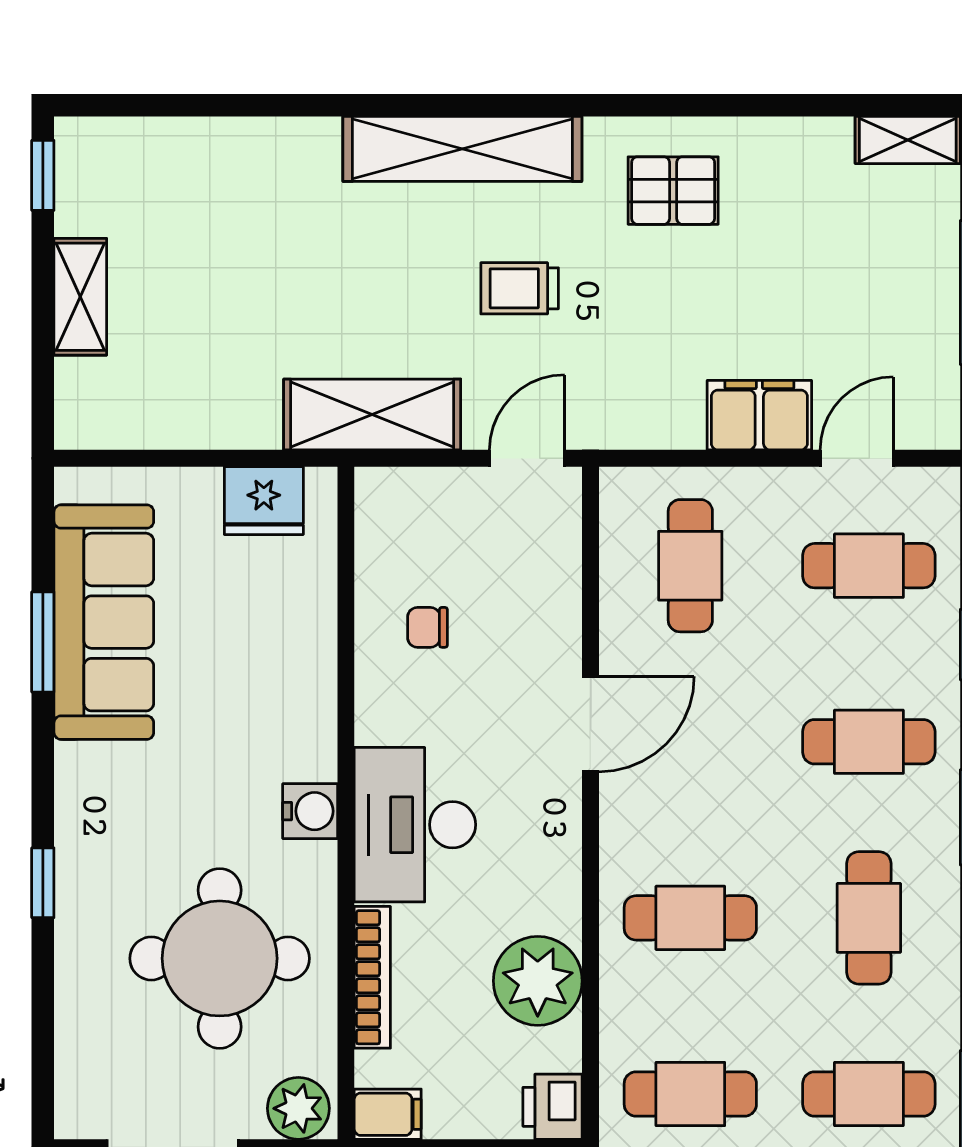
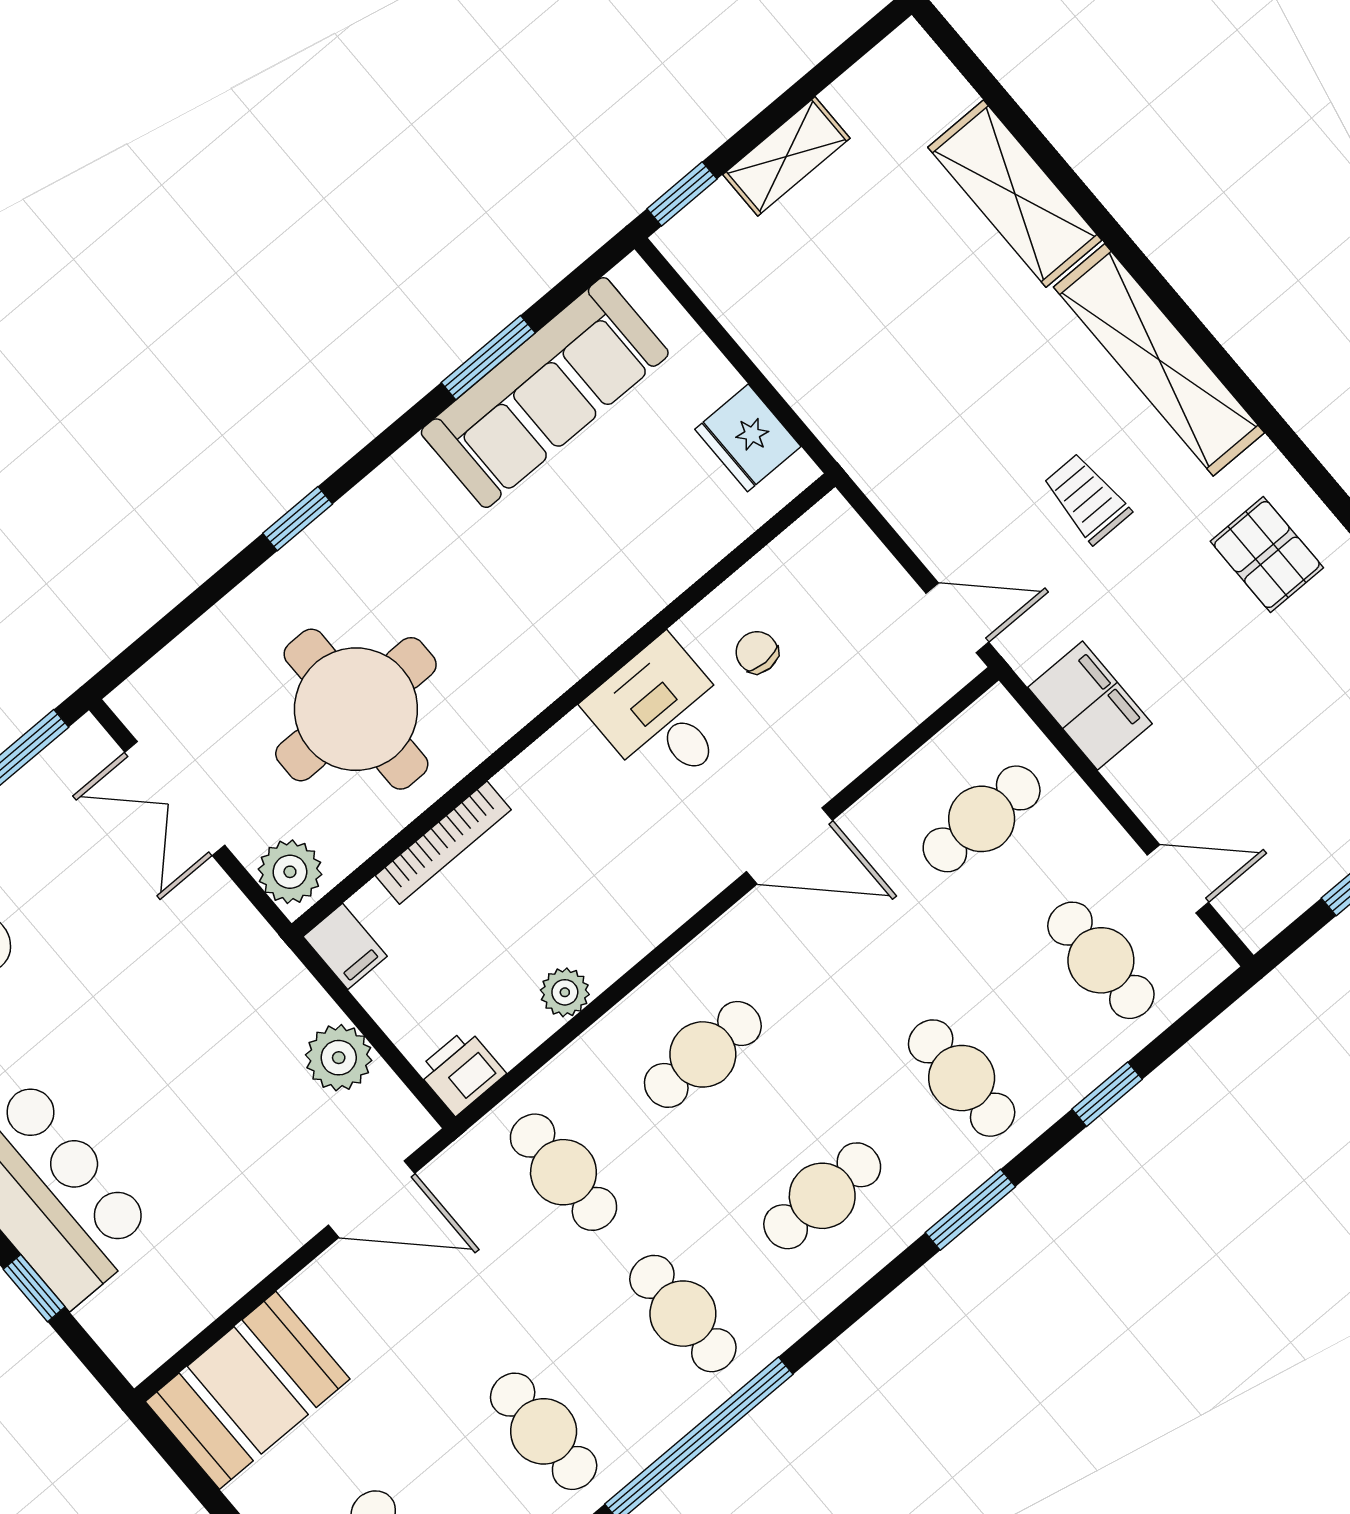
window: (43, 175) -> (682, 194), moved
shelving: (372, 414) -> (1015, 194), moved
filing cabinet: (759, 415) -> (1090, 706), moved
water cooler: (310, 811) -> (533, 682), removed
desk: (415, 825) -> (663, 715), moved, width x0.73
cafe table: (690, 918) -> (703, 1054), turned 90
plant: (538, 981) -> (565, 992), width x0.53, depth x0.53

